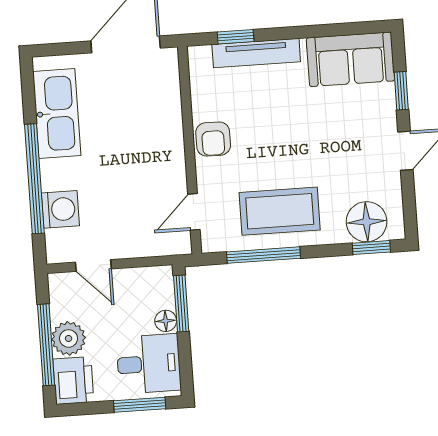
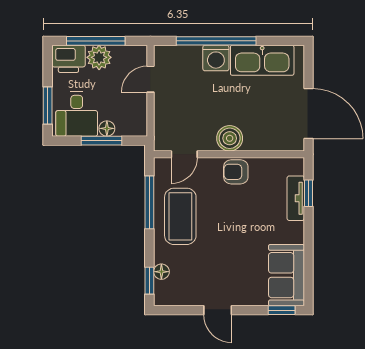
tv unit: (256, 53) -> (296, 198), width x0.71
window: (401, 91) -> (282, 310), moved
boiler: (167, 151) -> (230, 138), added
washing machine: (60, 209) -> (216, 58), moved
door: (194, 212) -> (184, 154), swing flipped
floor lamp: (367, 222) -> (161, 272), width x0.53, depth x0.53
window: (181, 304) -> (101, 141), moved

